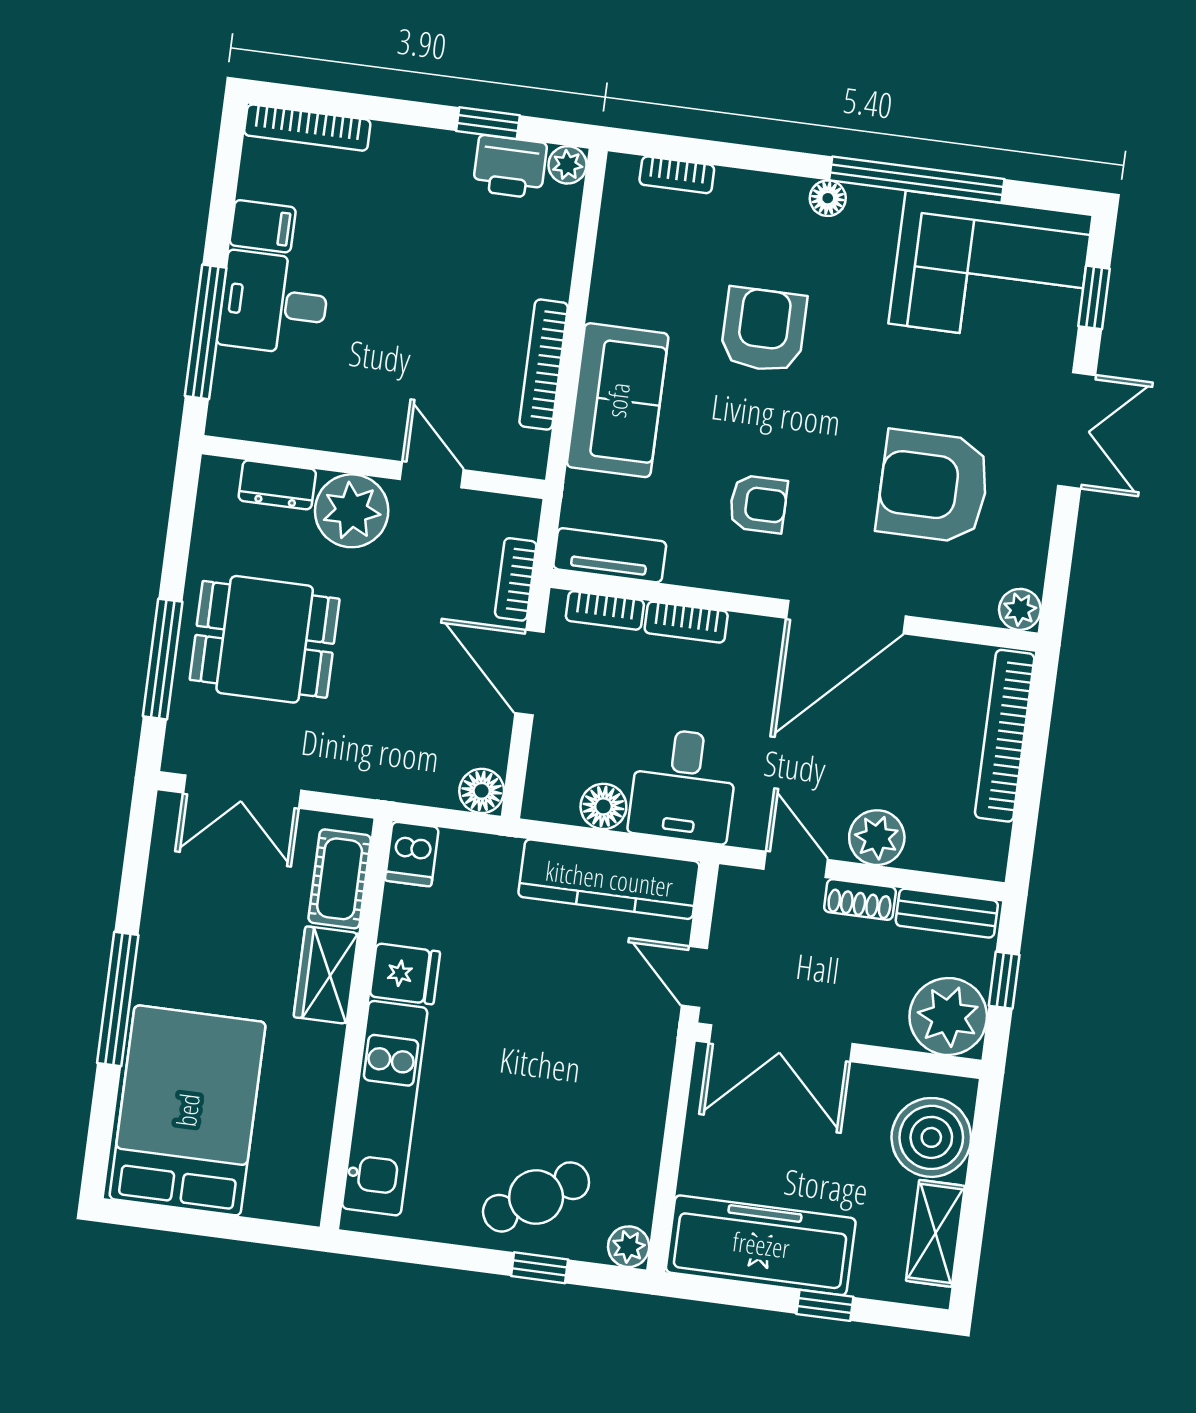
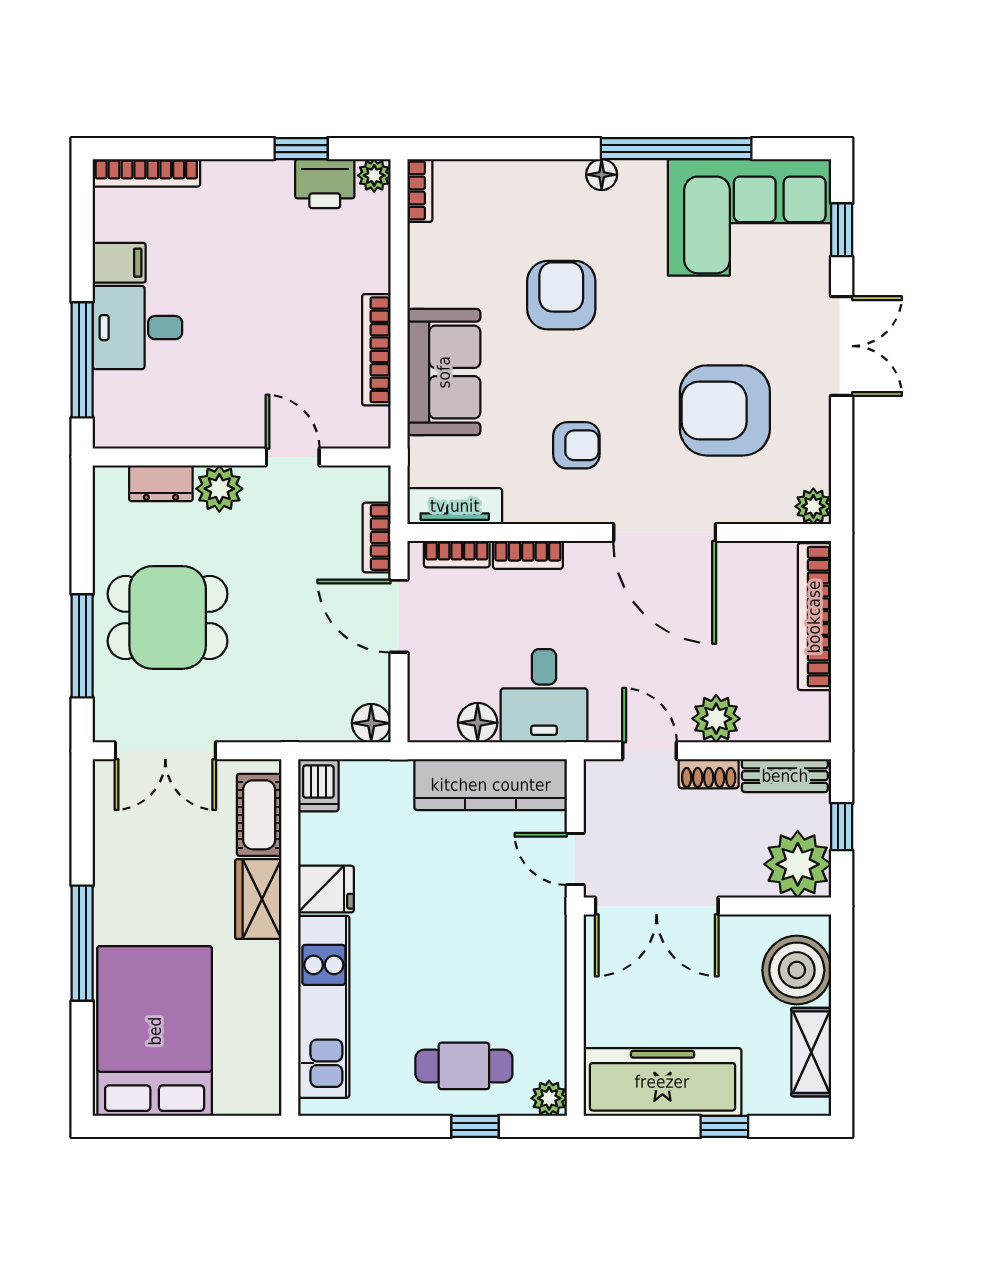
bookcase: (677, 175) -> (420, 191), moved, turned -90
plant: (352, 511) -> (219, 489), width x0.73, depth x0.73
door: (846, 617) -> (665, 533), hinge flipped
cafe table: (536, 1197) -> (464, 1066), turned 32

